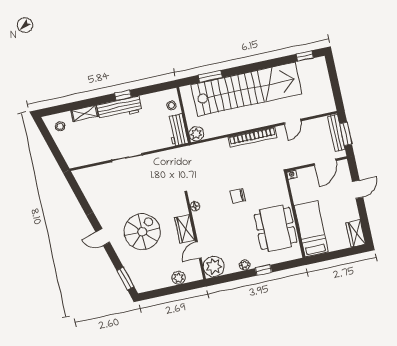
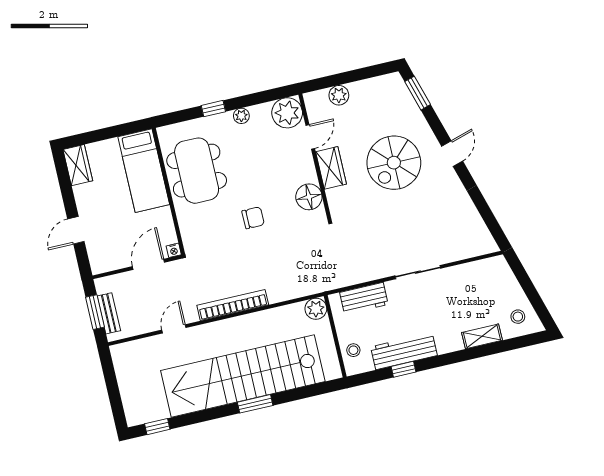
window: (210, 76) -> (255, 404), moved
window: (123, 95) -> (403, 369), moved
workbench: (119, 108) -> (404, 351), moved
workbench: (178, 130) -> (364, 298), moved, turned 90
bench: (336, 133) -> (109, 313), width x0.73
door: (325, 162) -> (148, 264), moved
floor lamp: (195, 206) -> (309, 197), width x1.89, depth x1.89
door: (103, 237) -> (452, 154), hinge flipped

